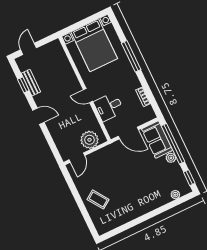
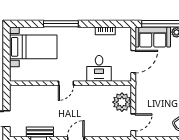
bed with nightstands: (94, 45) -> (33, 47), width x0.73
door: (88, 96) -> (66, 83), moved
door: (77, 158) -> (133, 122), hinge flipped

